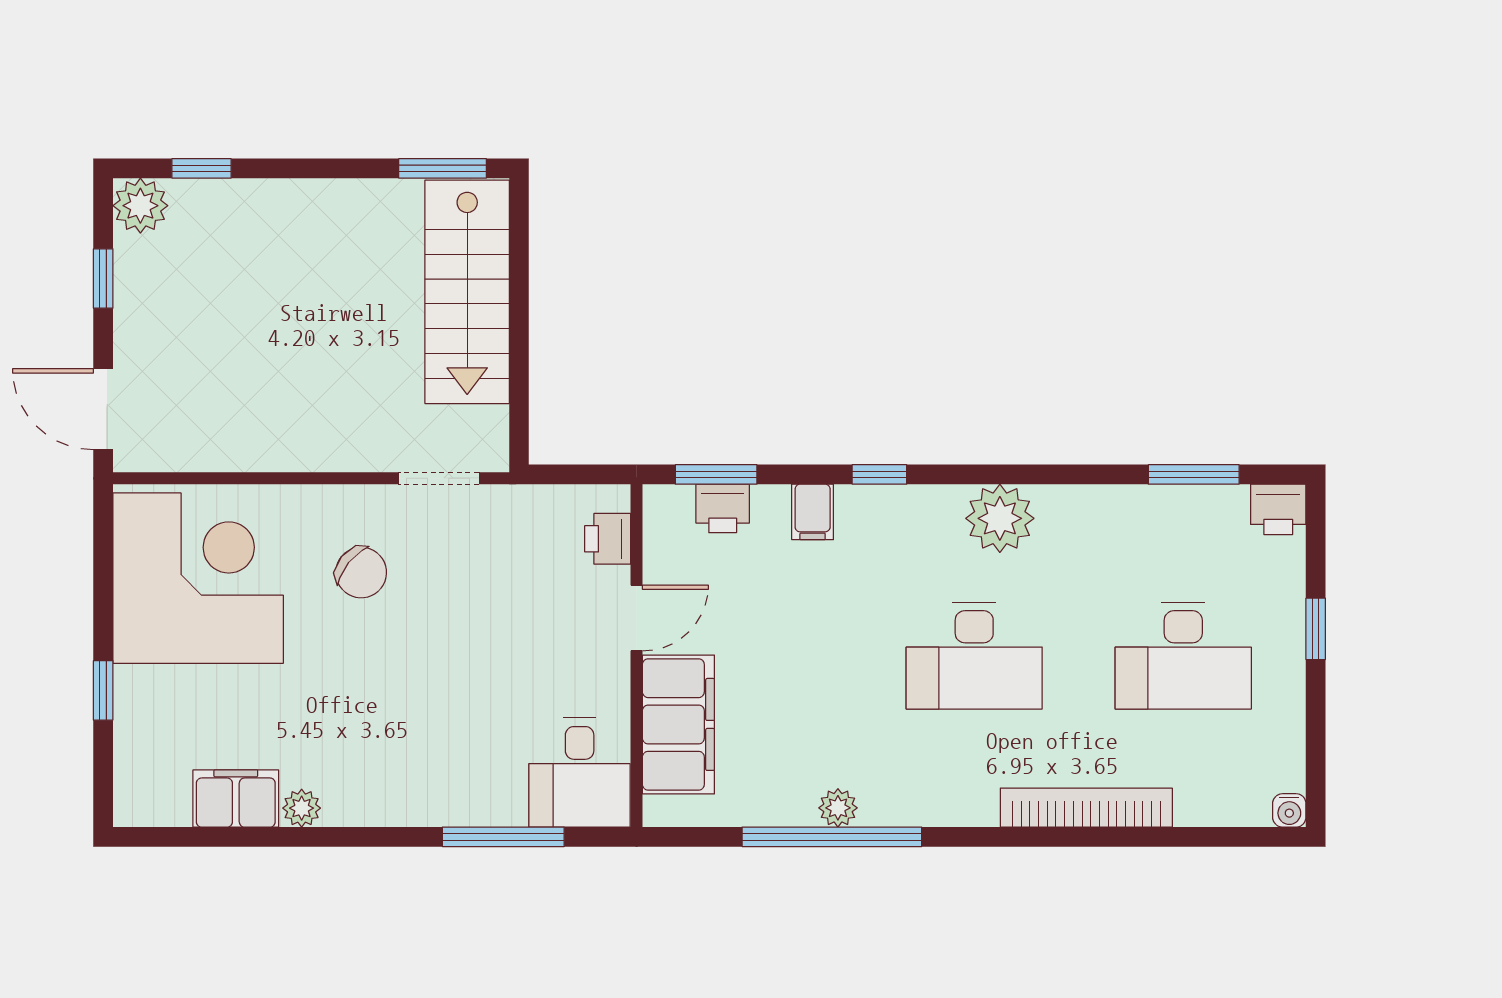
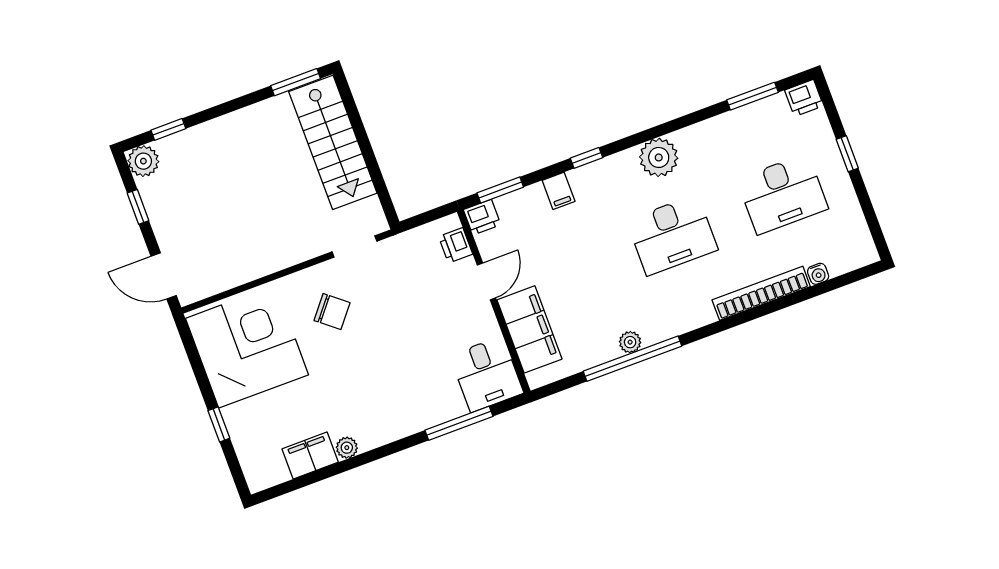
printer: (723, 508) -> (482, 217), moved
water cooler: (1289, 810) -> (818, 274), moved

